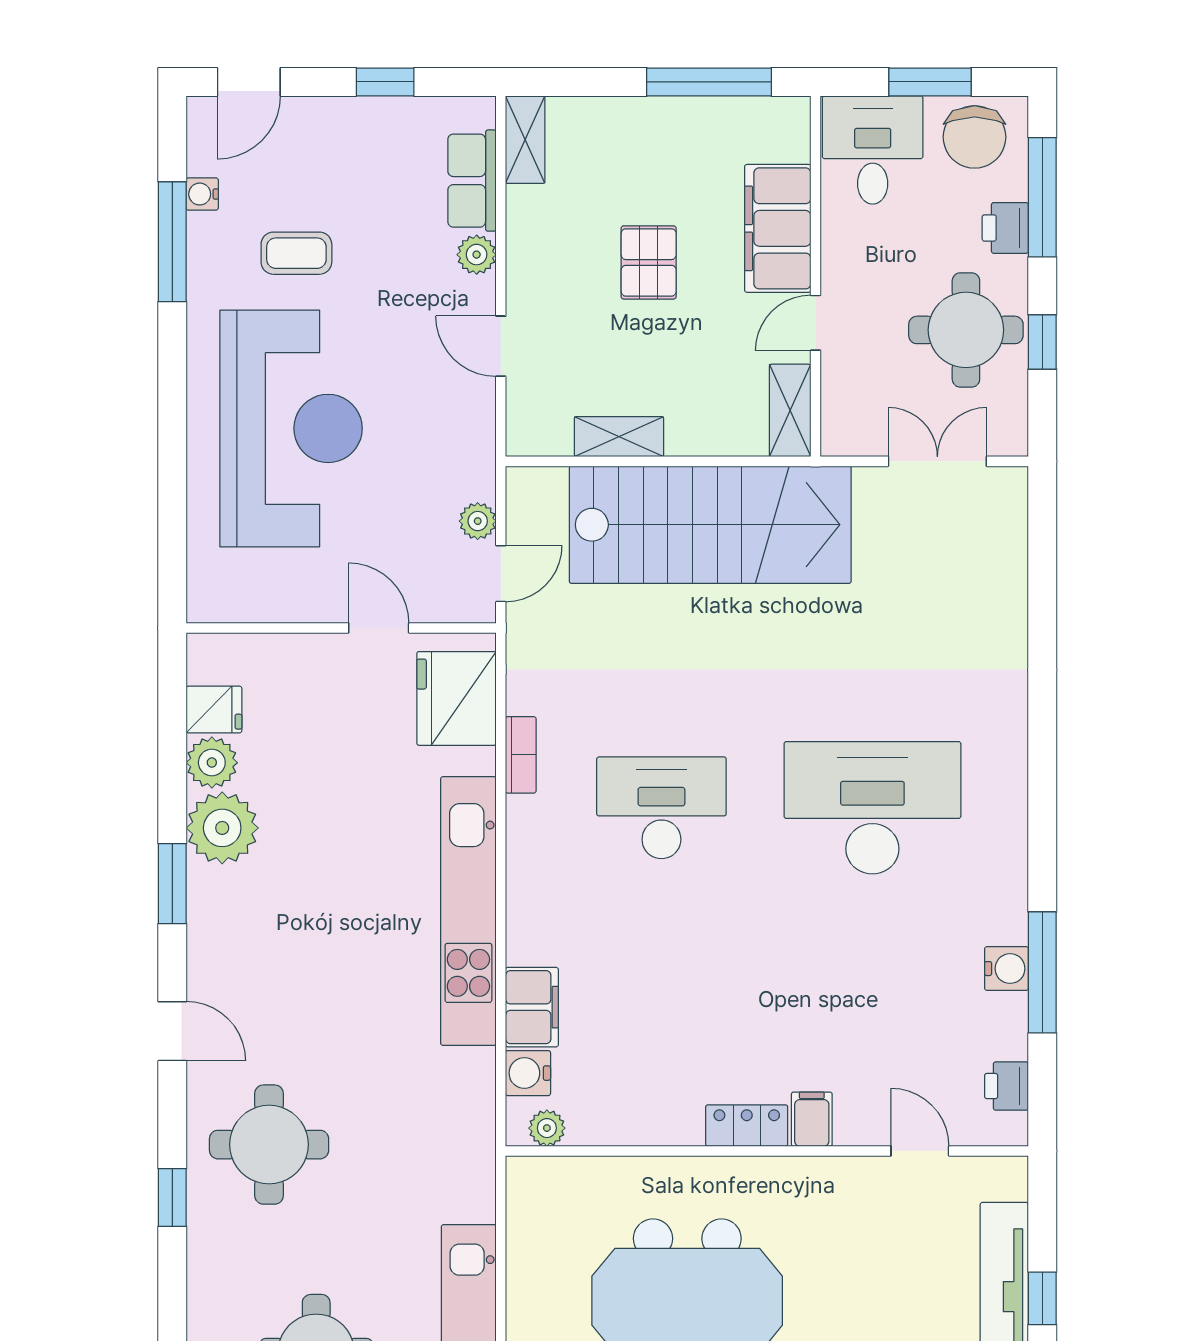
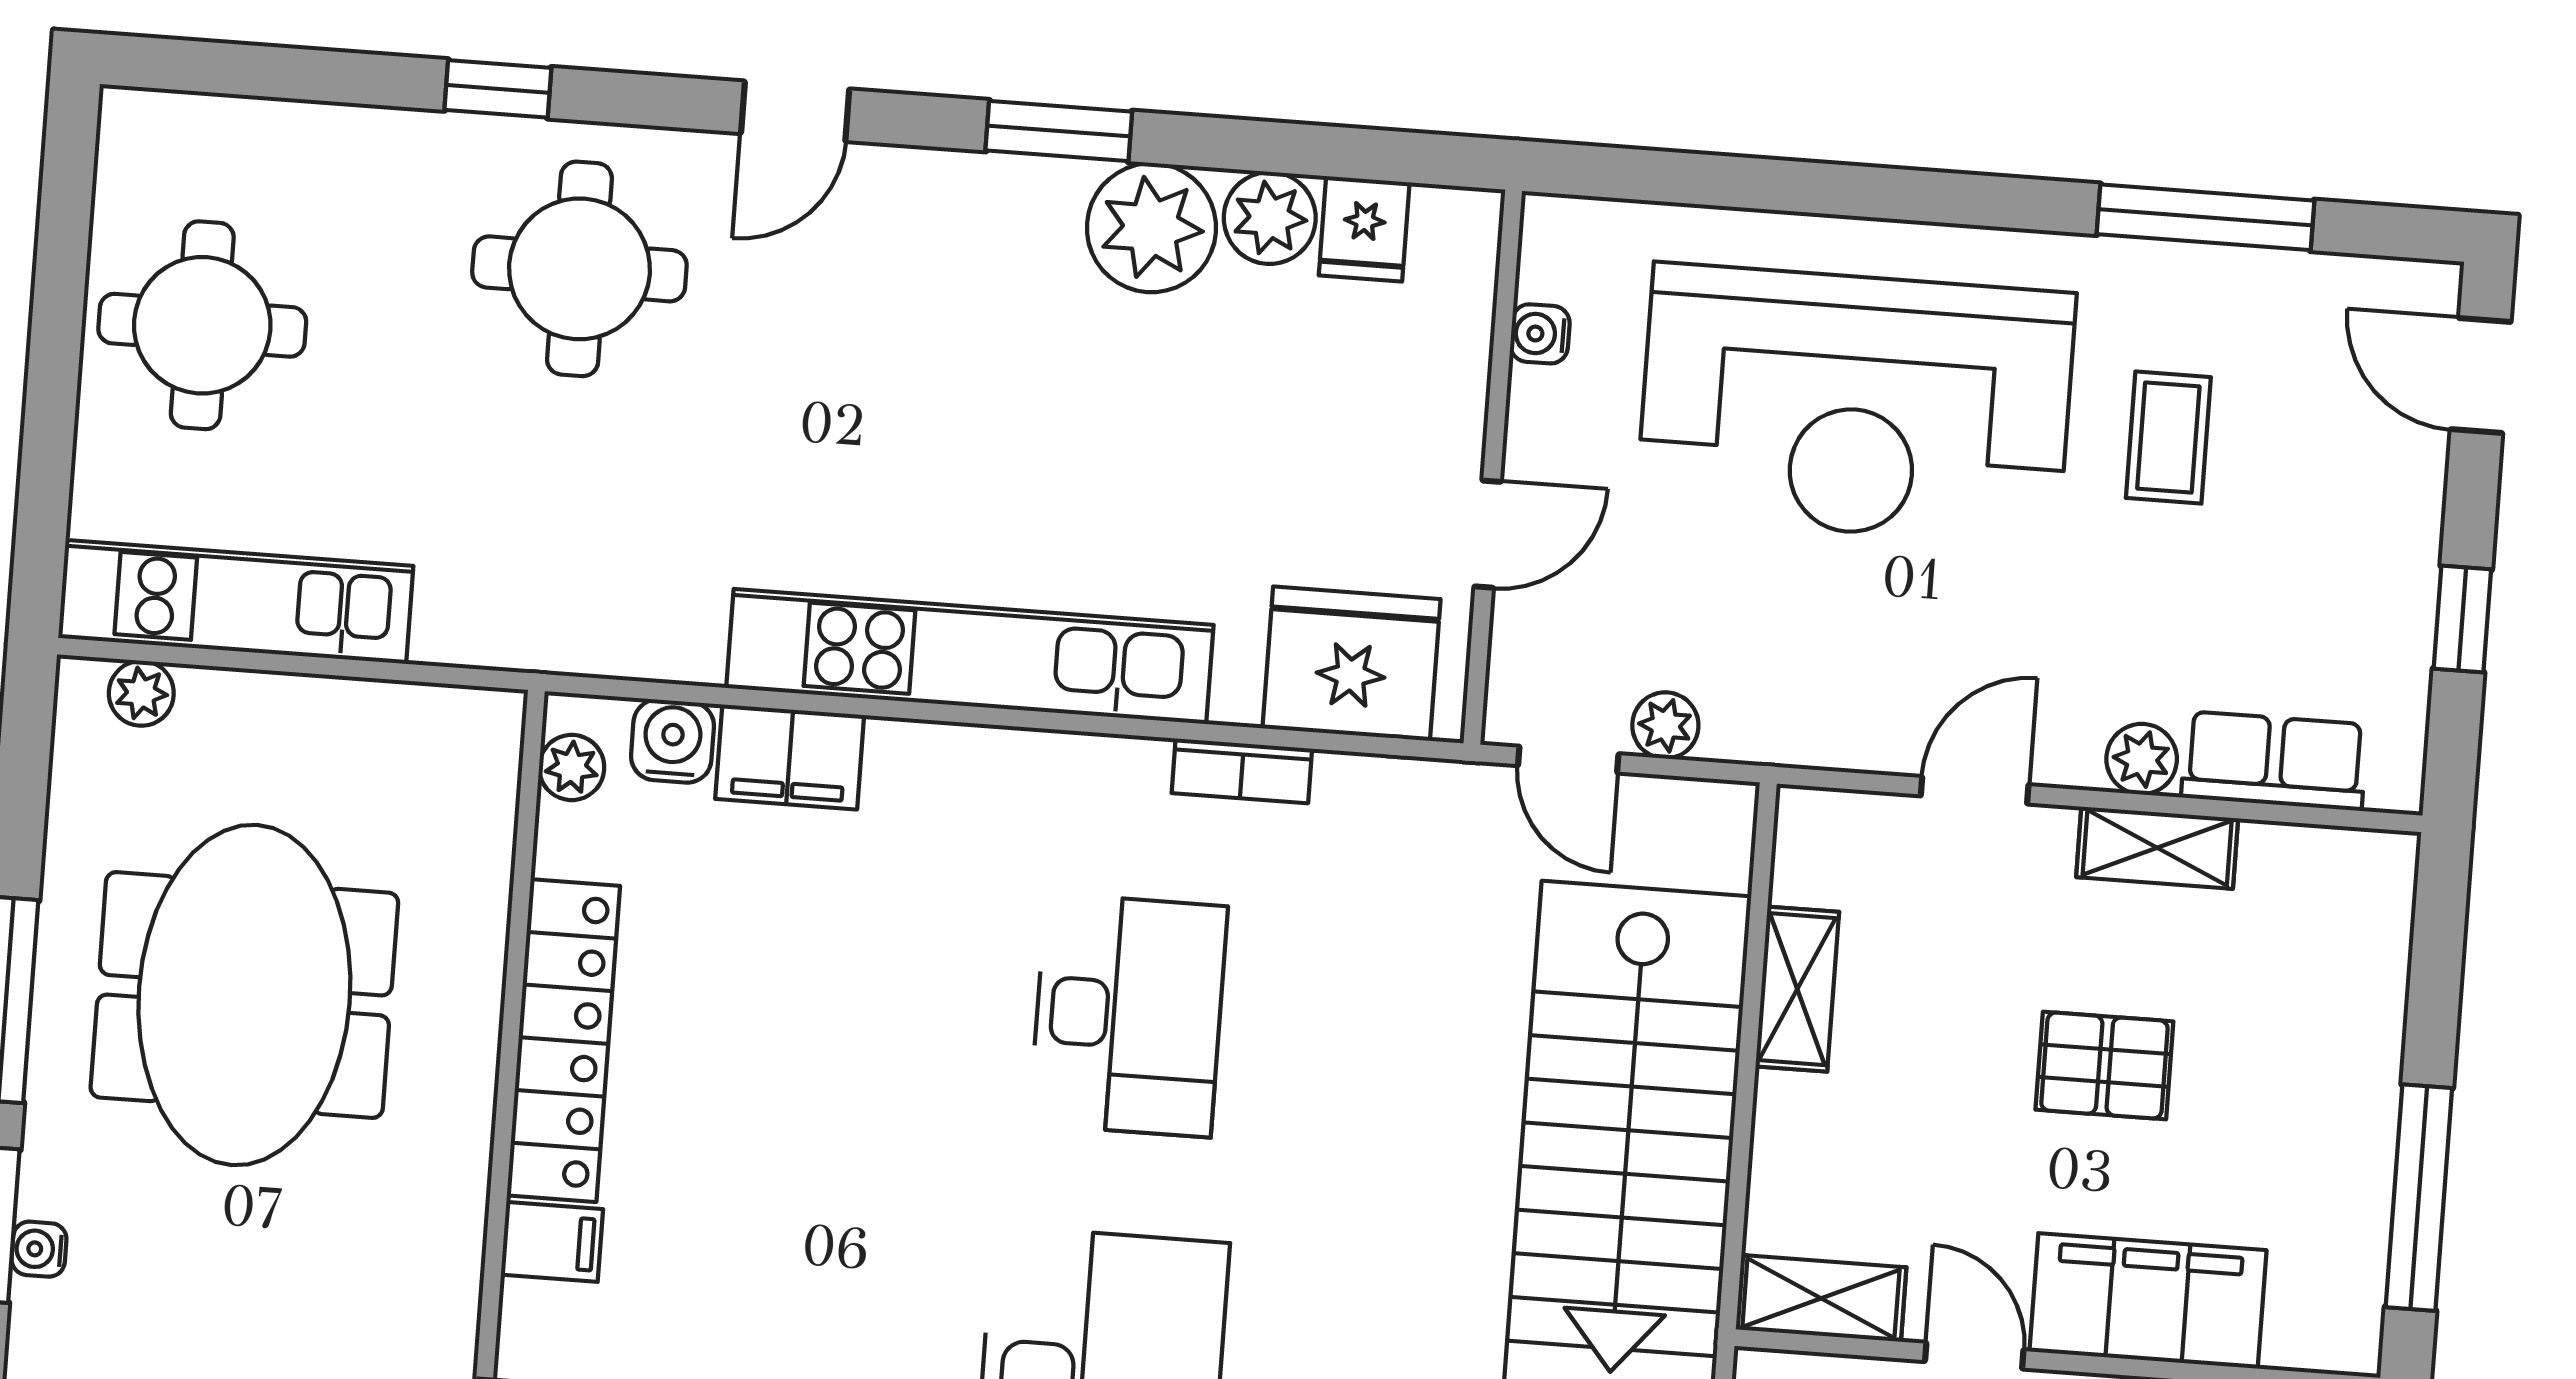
shelving: (525, 140) -> (2157, 848), moved
water cooler: (202, 194) -> (1540, 334), moved, turned -90
locker: (747, 1126) -> (563, 1041), width x2.16, depth x1.21

